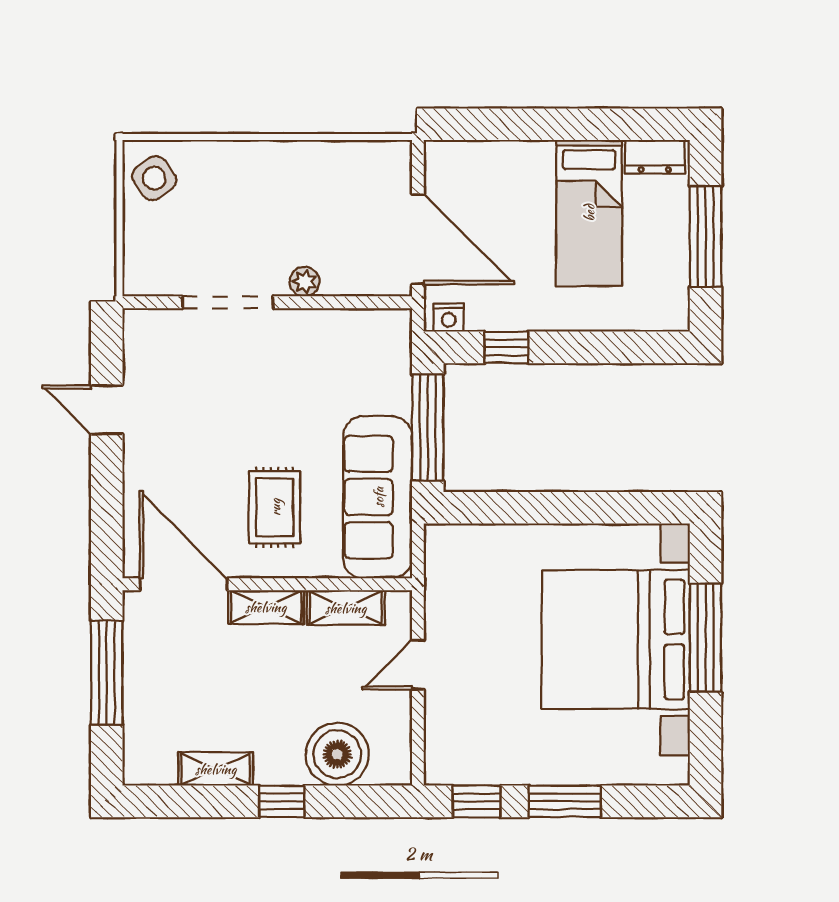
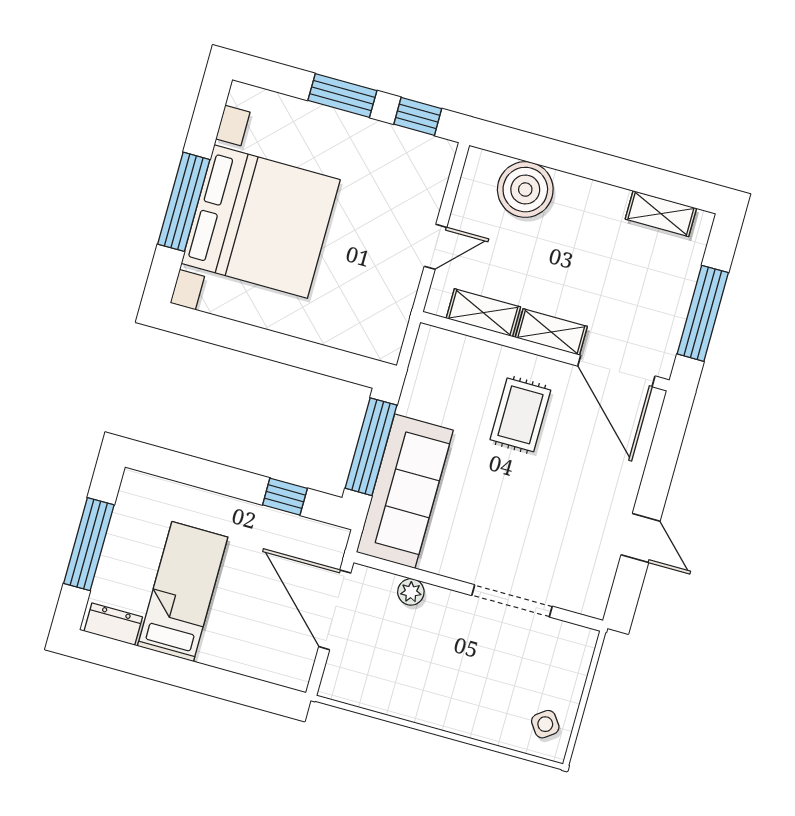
side table: (154, 178) -> (545, 724), width x0.73, depth x0.73
plant: (305, 282) -> (411, 592), moved
nightstand: (449, 318) -> (327, 536), removed
sofa: (378, 497) -> (405, 491), moved
shelving: (216, 769) -> (661, 214), moved
window: (282, 801) -> (584, 163), removed

